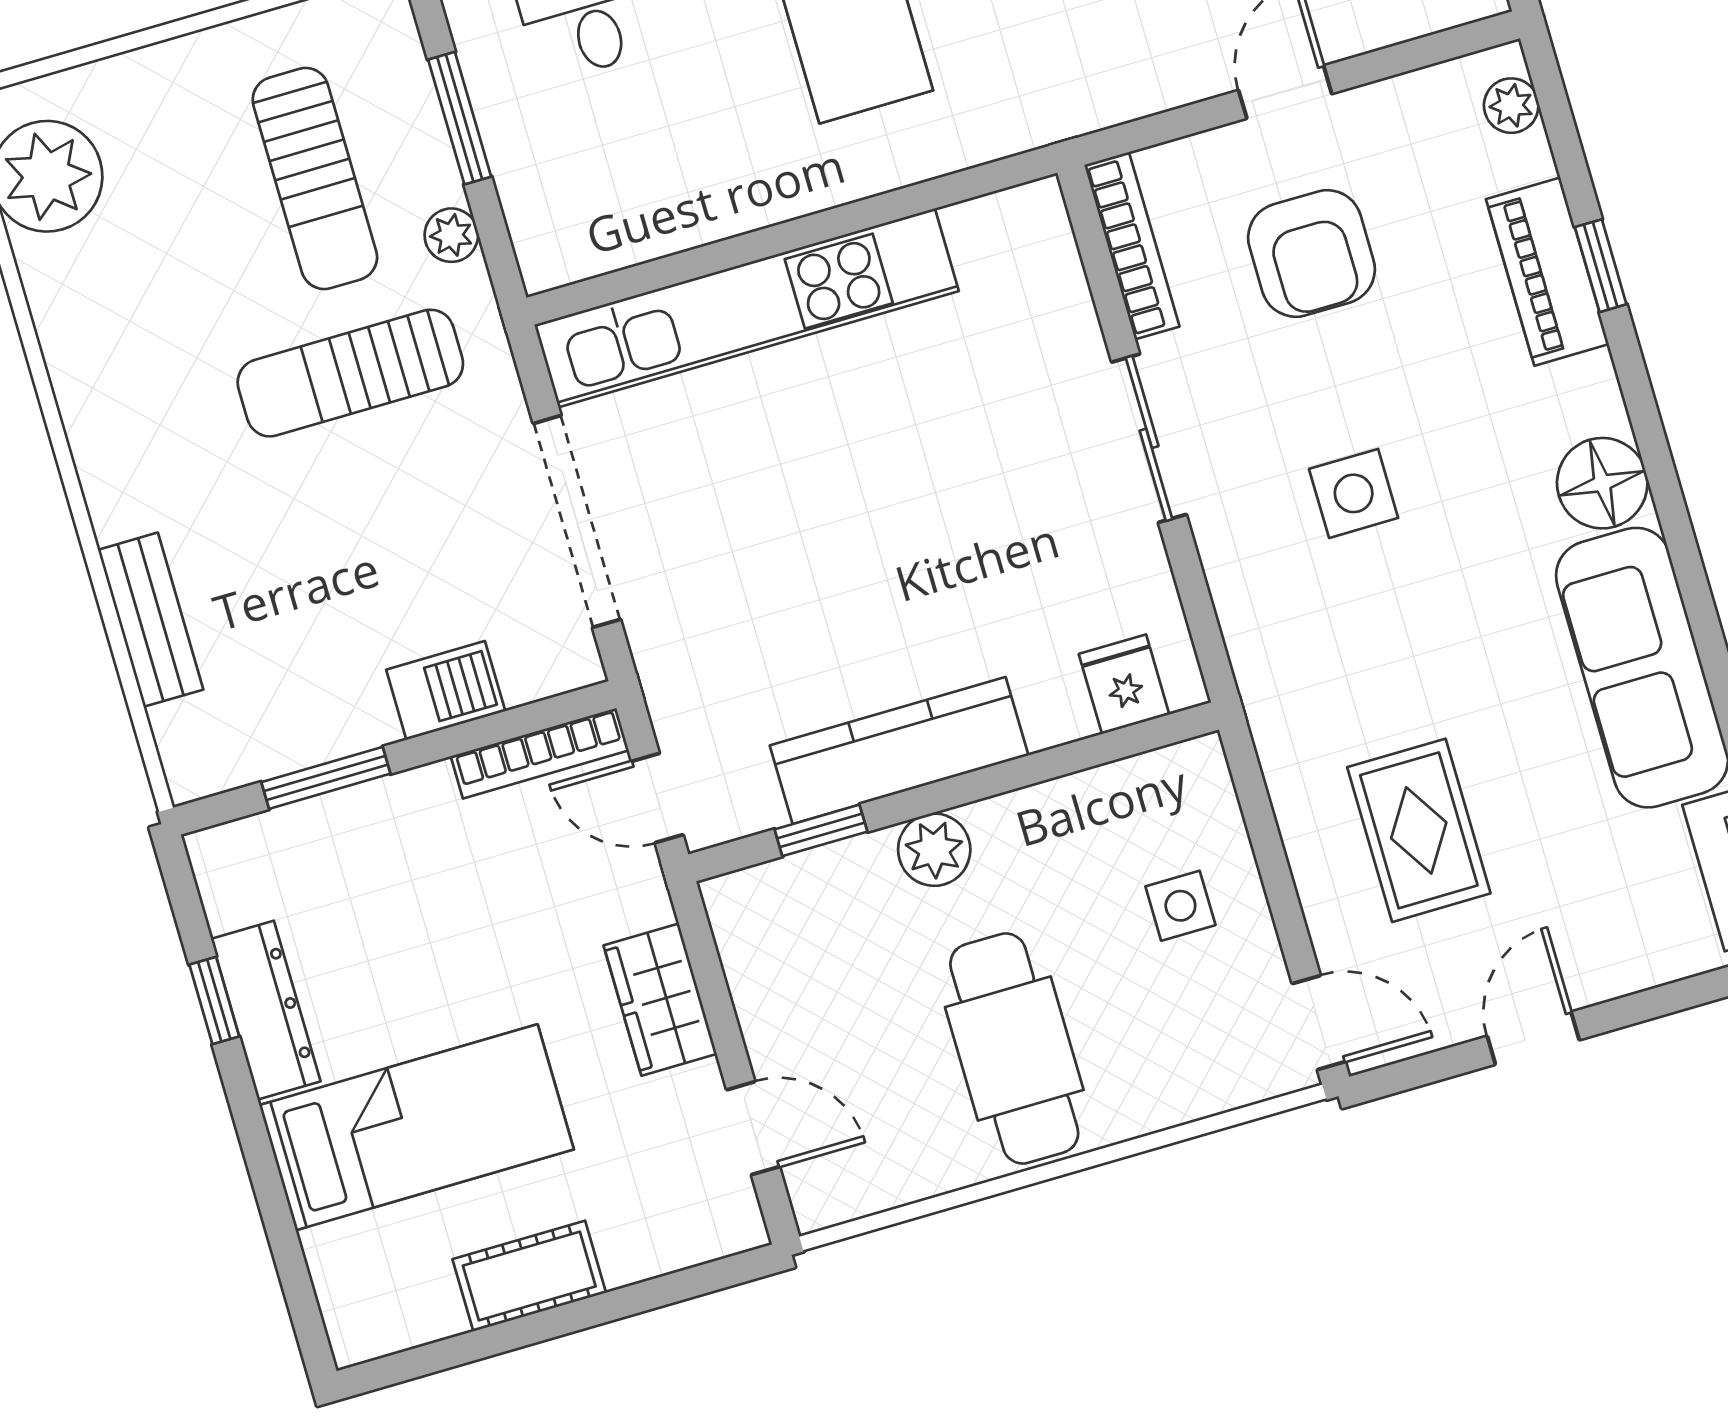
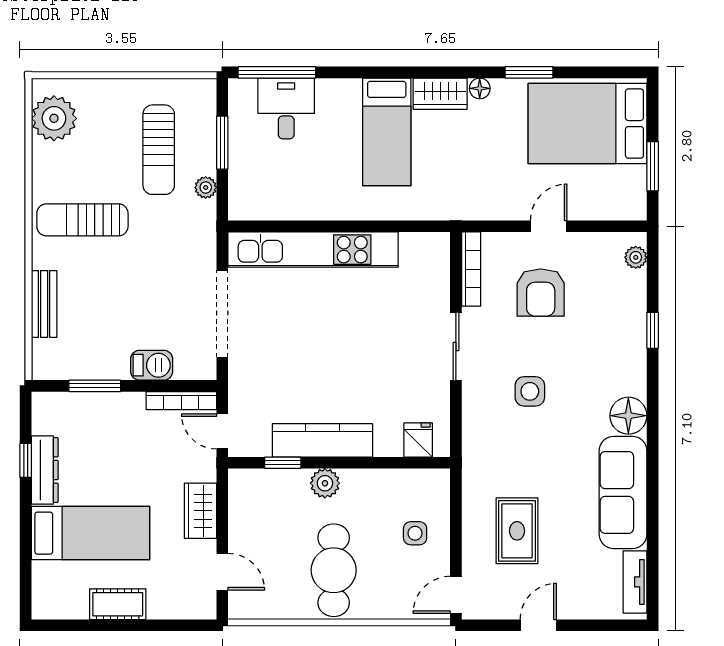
piano: (1547, 272) -> (631, 327), removed
sun lounger: (350, 373) -> (82, 220), moved
door: (1319, 1023) -> (456, 595), swing flipped

